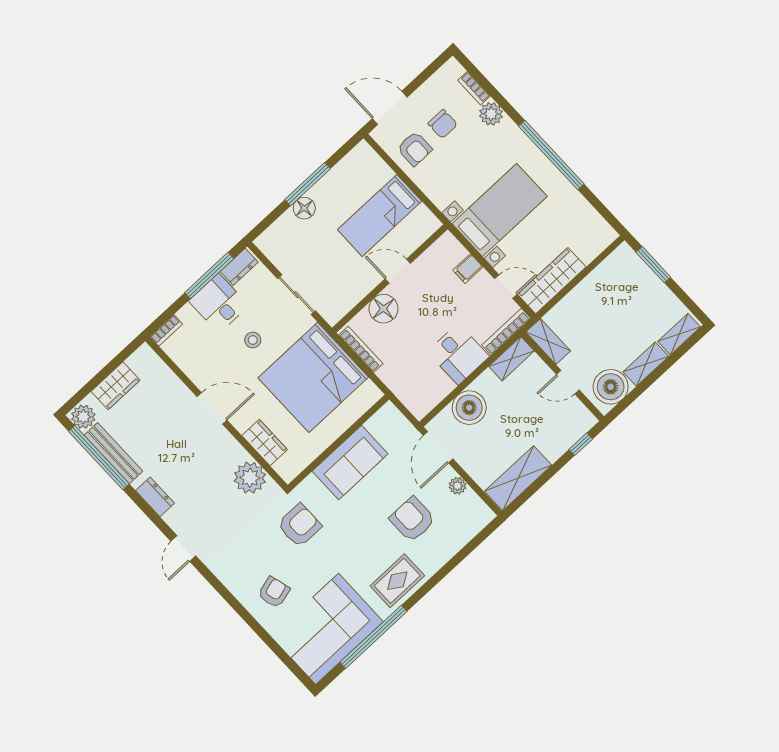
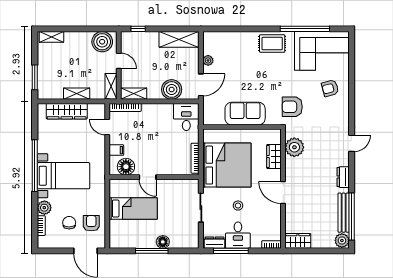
bed with nightstands: (500, 210) -> (63, 176), moved, turned 180
wardrobe: (552, 281) -> (67, 111), moved
floor lamp: (383, 309) -> (126, 167), moved
desk: (458, 354) -> (186, 117), moved
shelving: (646, 364) -> (77, 94), moved
wardrobe: (116, 386) -> (298, 241), moved
armchair: (412, 519) -> (241, 64), removed

